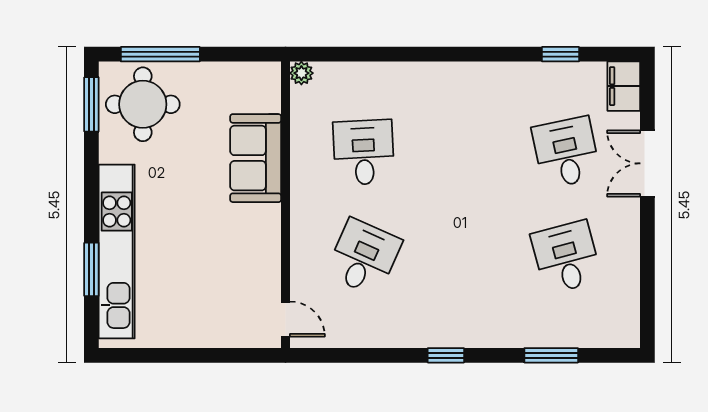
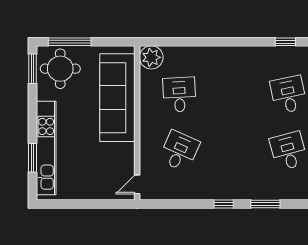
plant: (301, 73) -> (151, 57), width x1.88, depth x1.88
sofa: (256, 158) -> (117, 98), width x1.85, depth x1.27
door: (285, 319) -> (137, 184), swing flipped
window: (551, 355) -> (265, 204), moved

